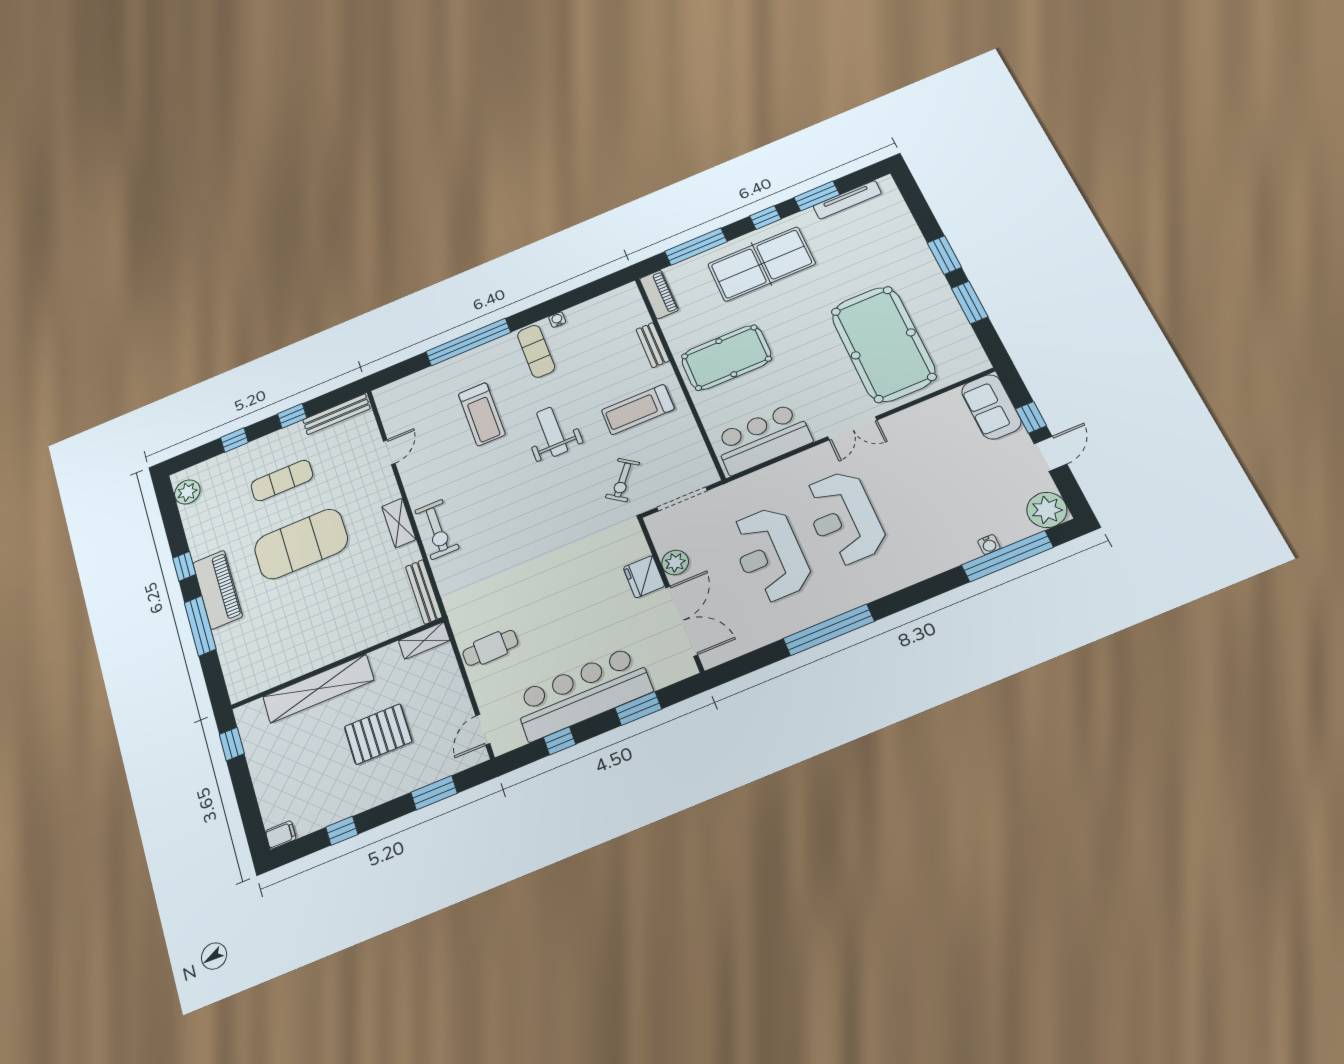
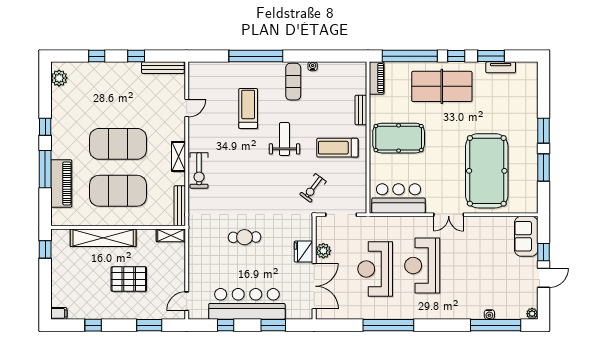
tv unit: (847, 200) -> (501, 67), width x0.71
window: (696, 247) -> (410, 56), width x1.46
treadmill: (482, 414) -> (248, 108), turned 180
exercise mat: (282, 480) -> (118, 191), moved, width x2.00, depth x1.45
plant: (1047, 510) -> (532, 314), width x0.53, depth x0.53
piano: (218, 590) -> (61, 183), moved
cafe table: (490, 648) -> (245, 237), moved

